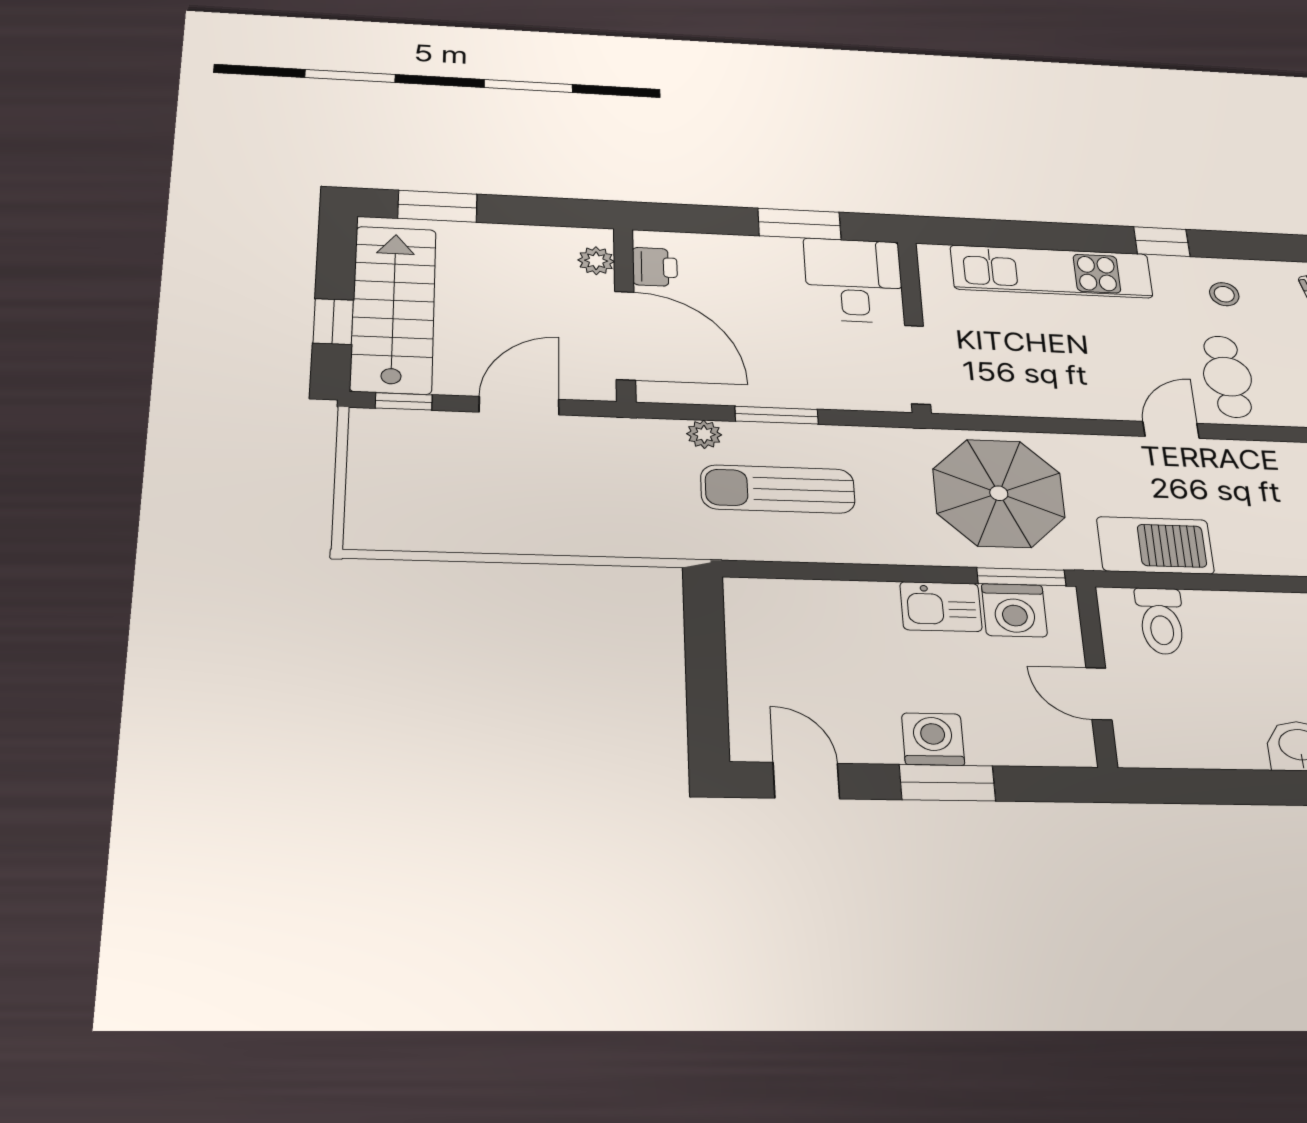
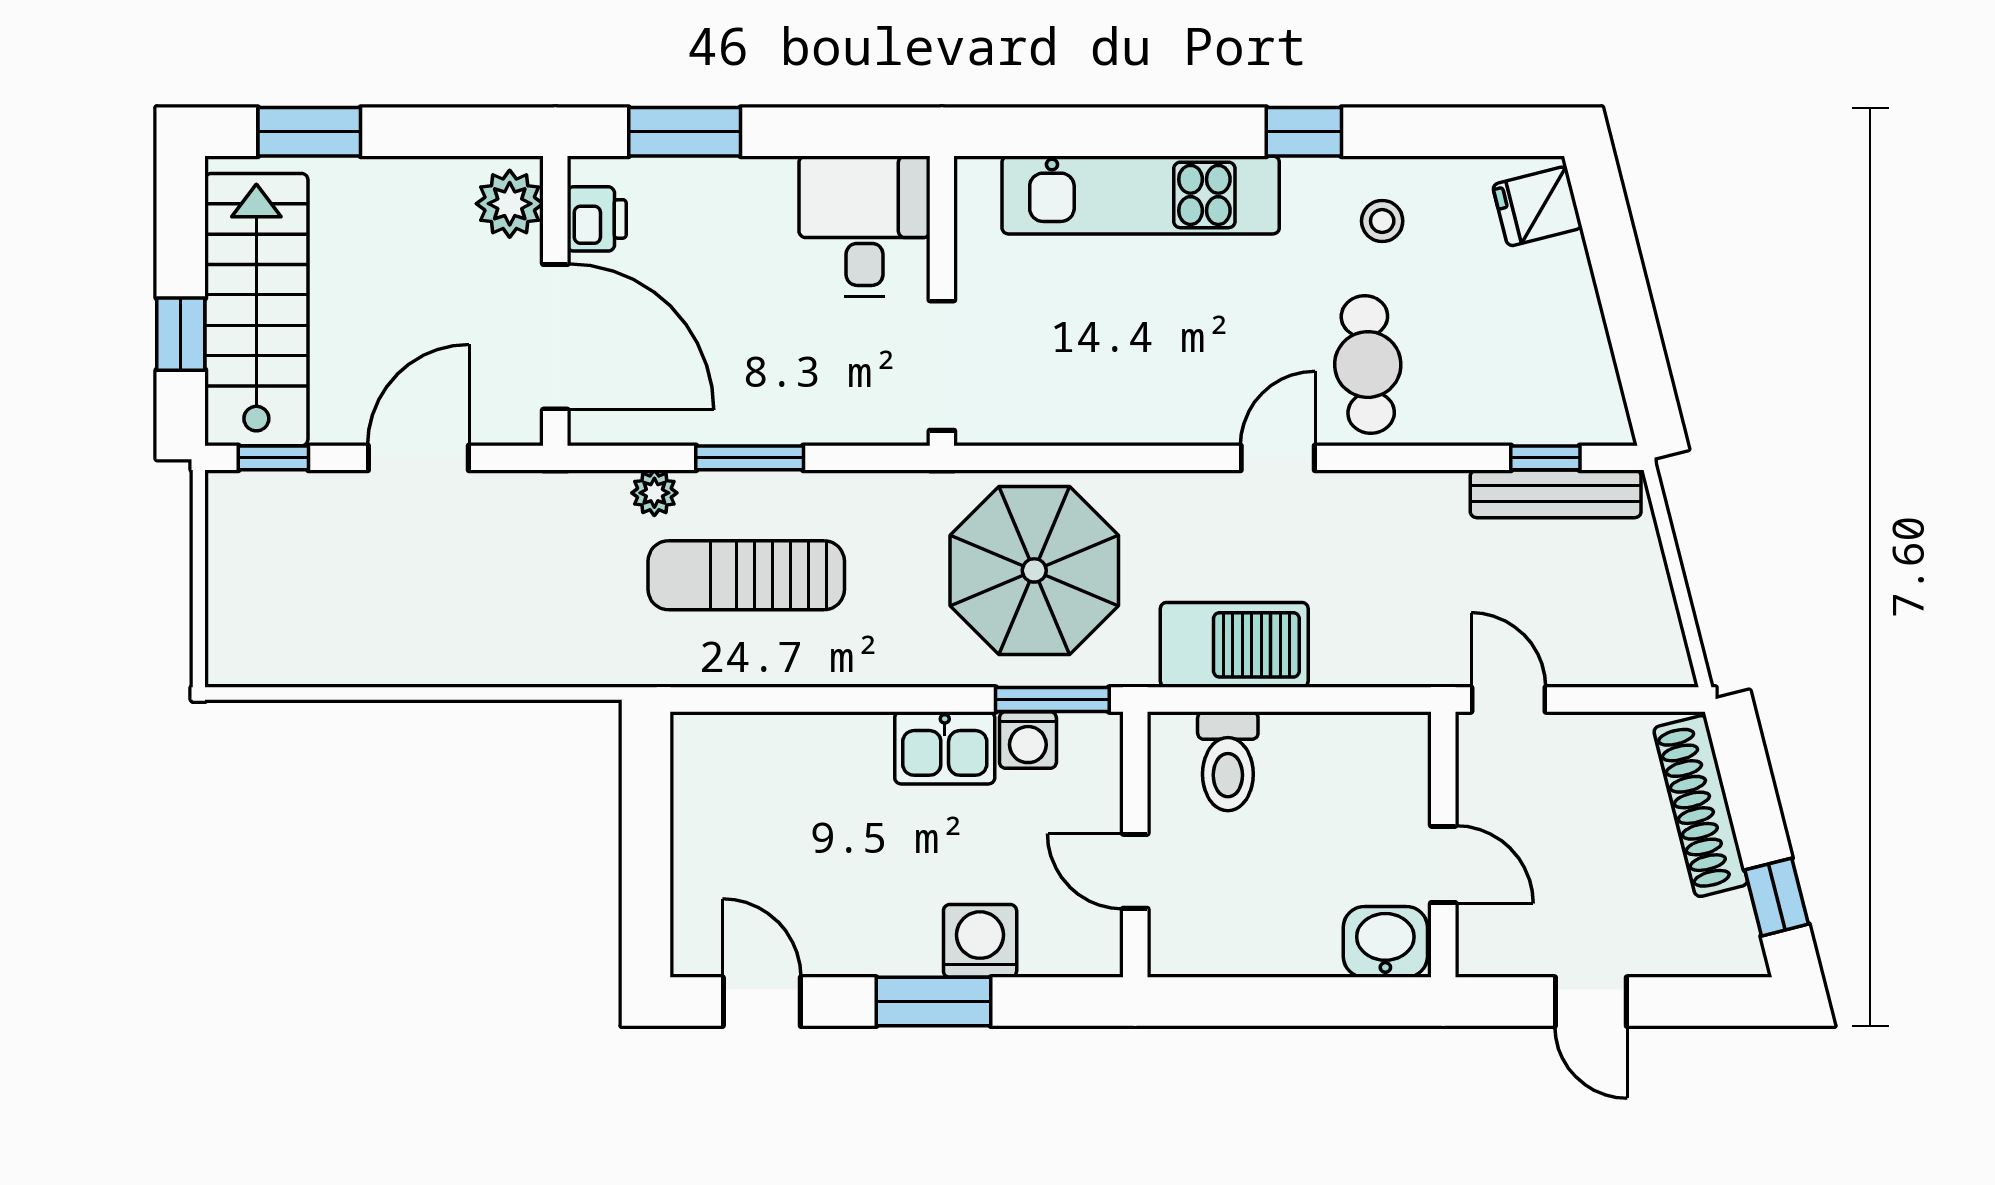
window: (799, 224) -> (685, 132), moved
plant: (596, 261) -> (510, 204), width x1.38, depth x1.38
washing machine: (1014, 610) -> (1028, 740), width x0.73, depth x0.73
washing machine: (933, 739) -> (980, 941), moved

